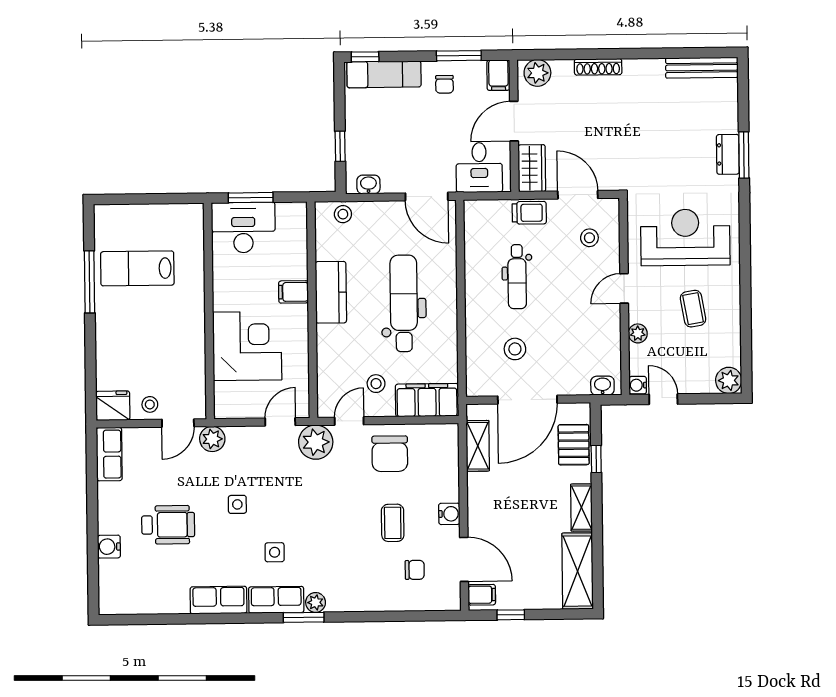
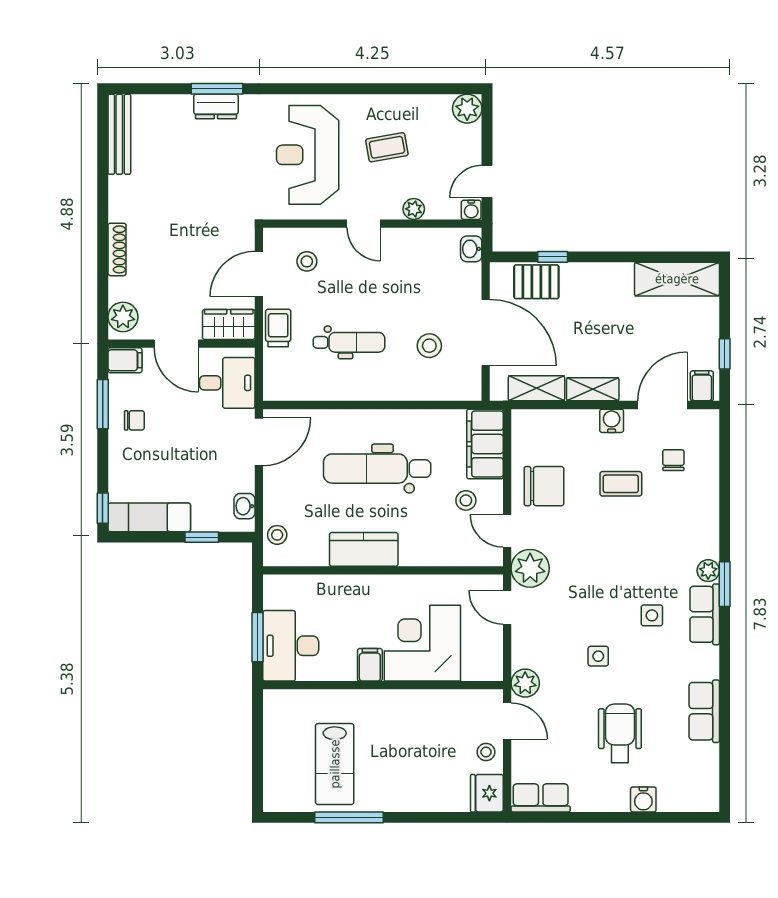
exam couch: (384, 74) -> (149, 517), moved, turned -90
filing cabinet: (293, 292) -> (370, 665), moved, turned 180
shelving: (581, 508) -> (593, 389), moved
row of seats: (218, 600) -> (704, 711), moved

